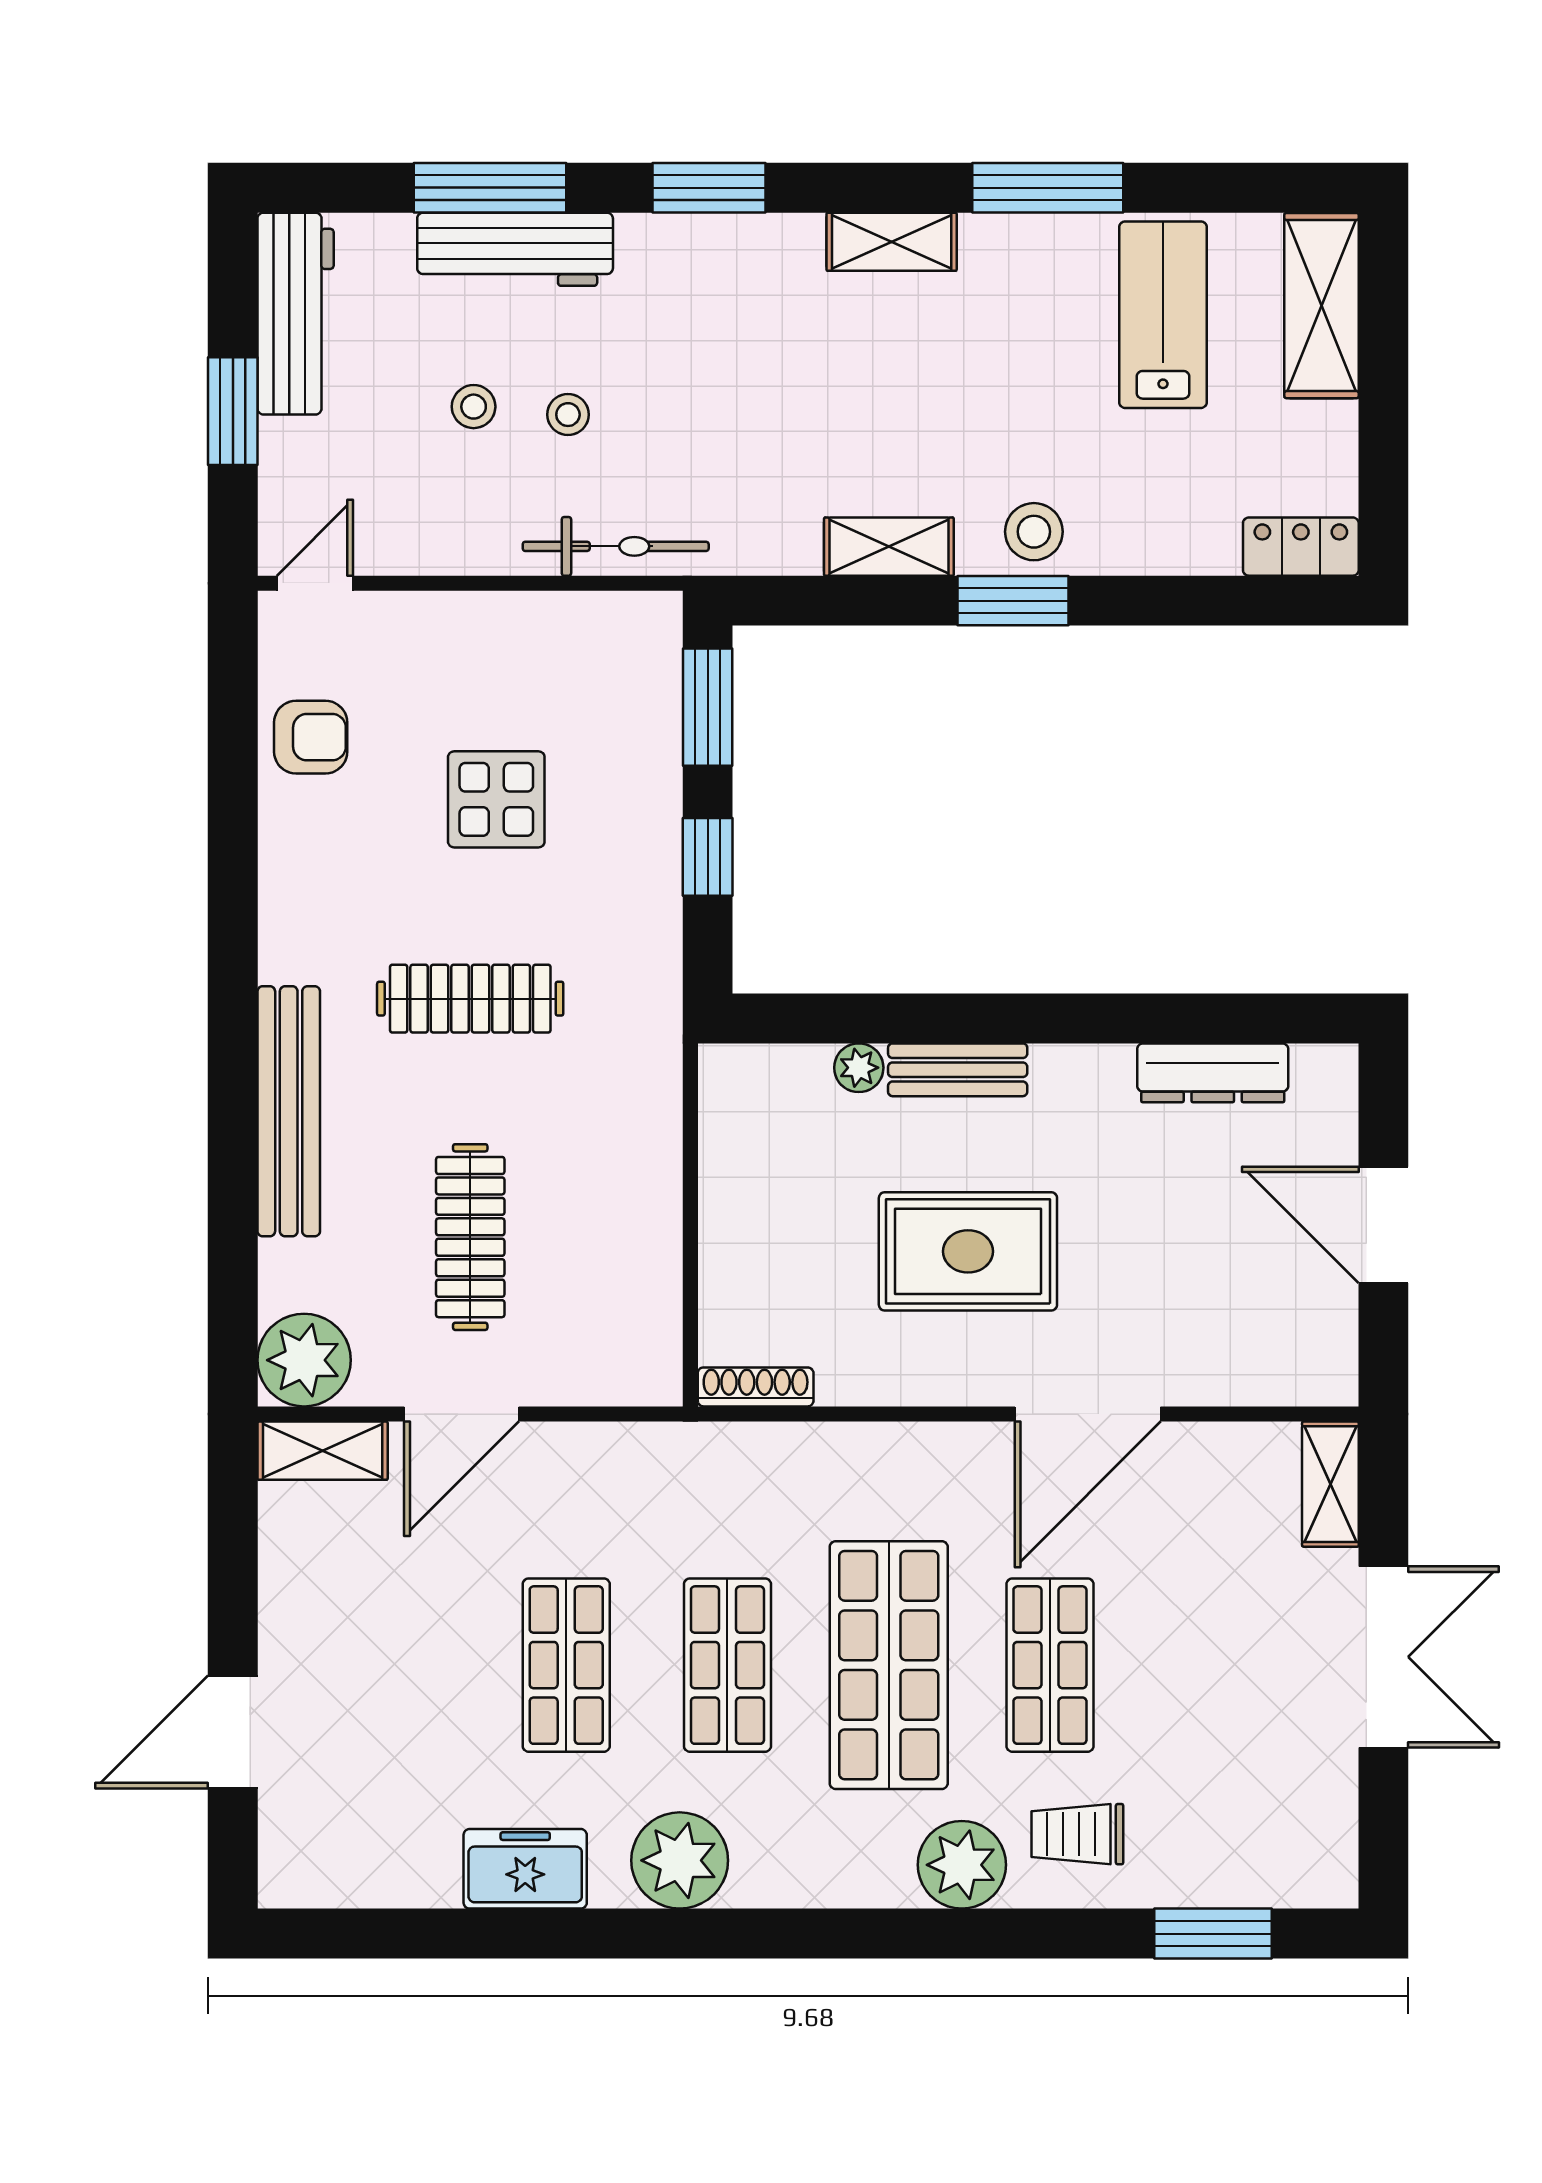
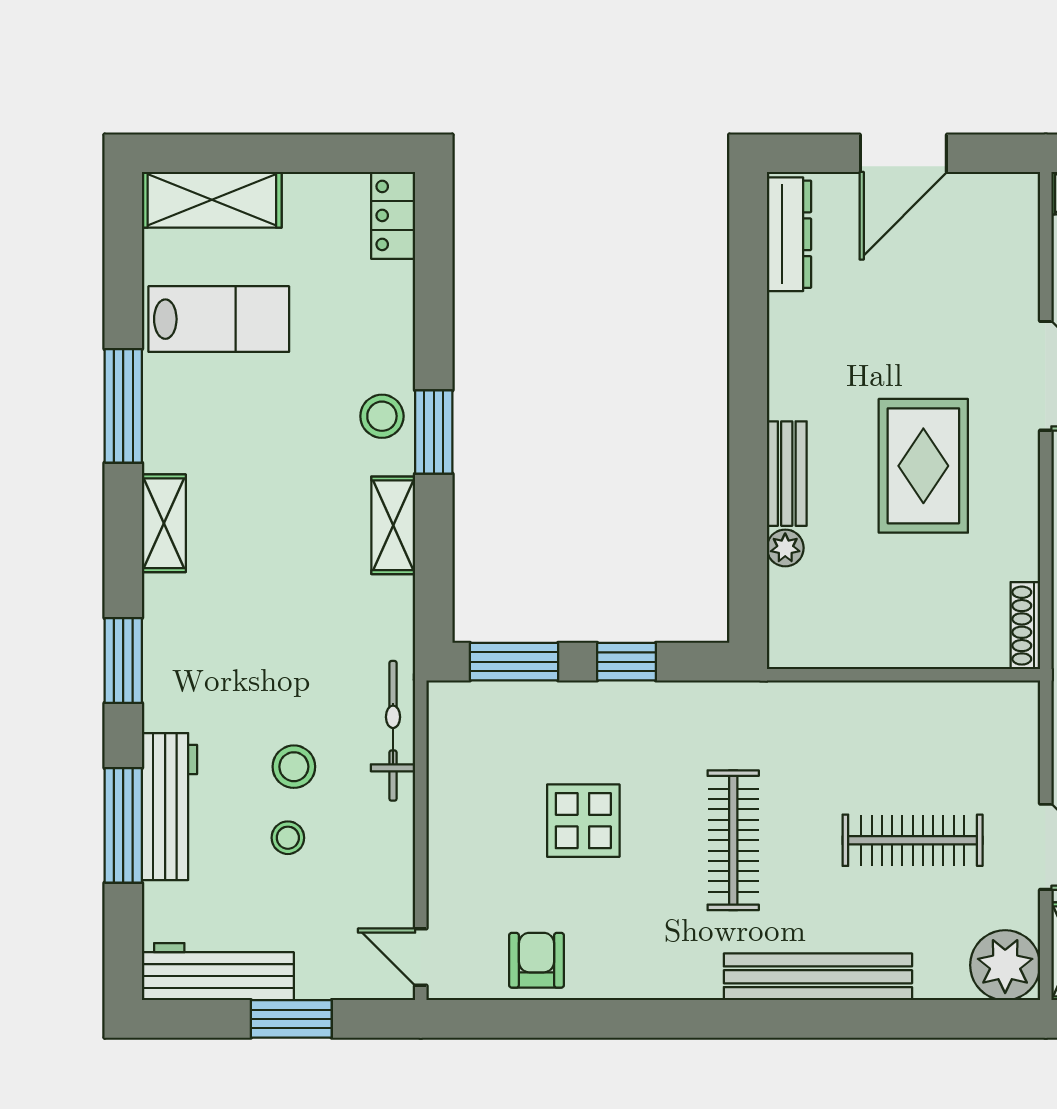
lab bench: (1163, 315) -> (219, 319), turned 180
stool: (568, 415) -> (294, 767), width x1.37, depth x1.37
dresser: (1213, 1073) -> (789, 234), moved

